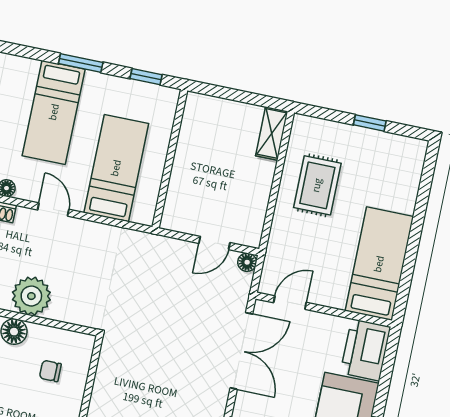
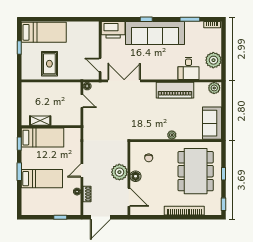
shelving: (272, 134) -> (40, 121), moved
bed: (116, 168) -> (43, 138), moved, turned 180
rug: (317, 185) -> (49, 64), turned 90
bed: (379, 264) -> (44, 32), moved, turned 180

